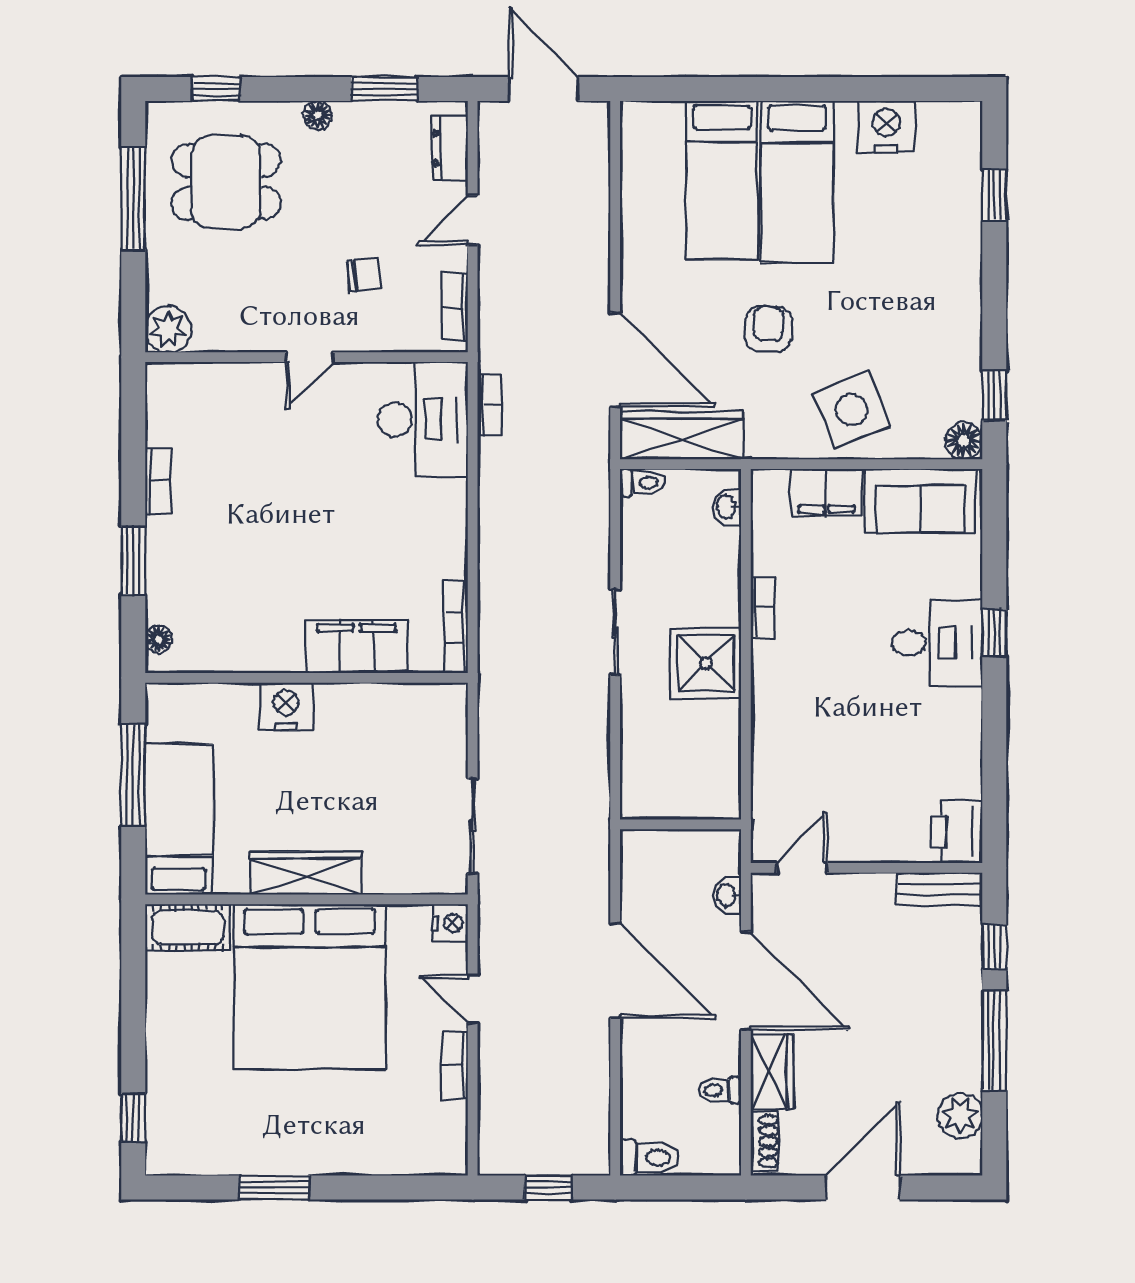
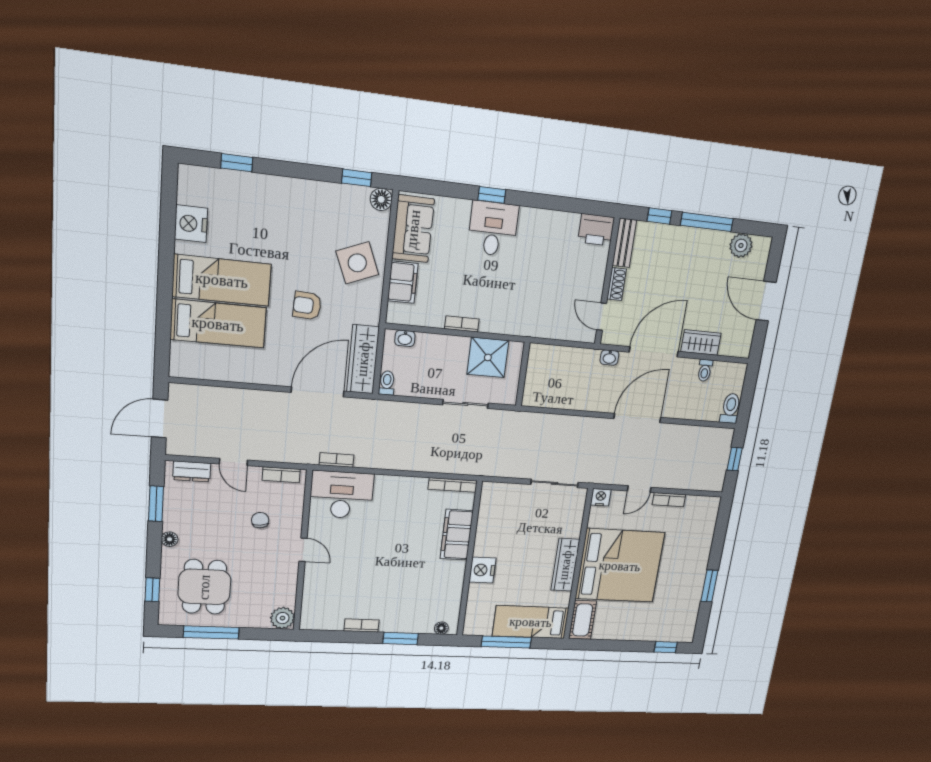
wall: (681, 824) -> (523, 374), moved
shoe rack: (765, 1141) -> (617, 284), moved, turned 90

